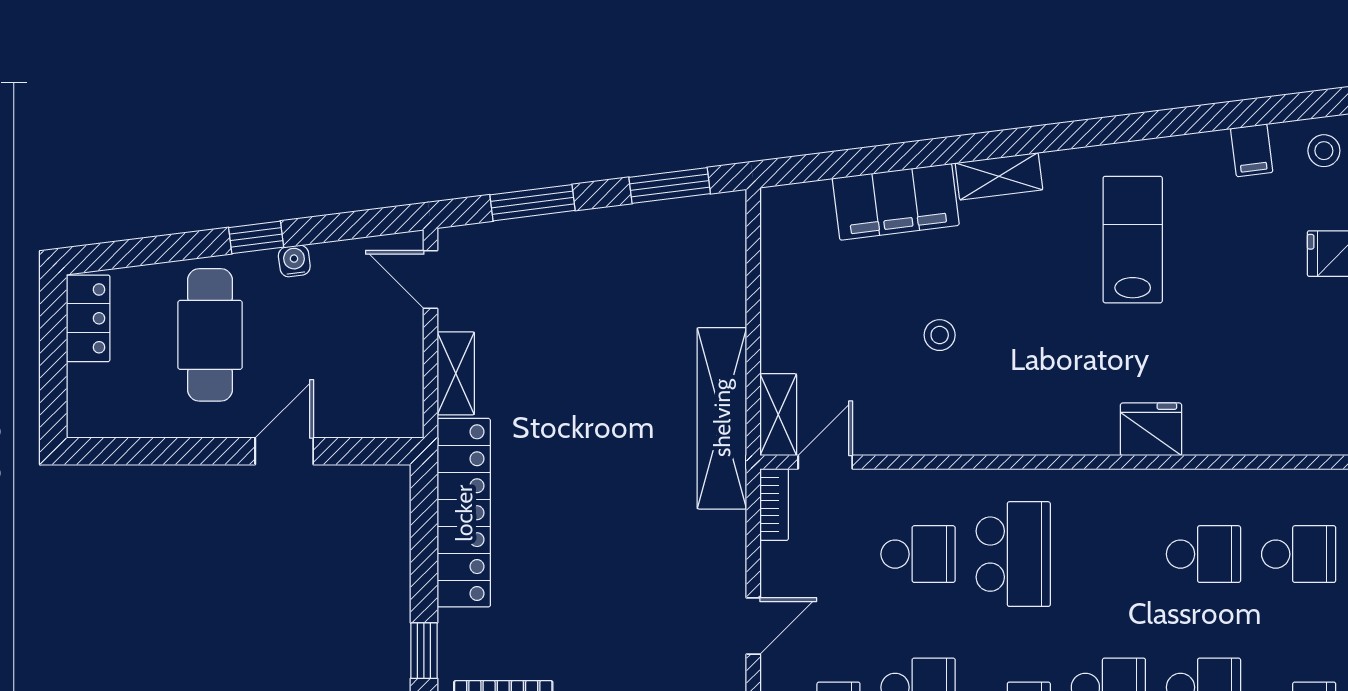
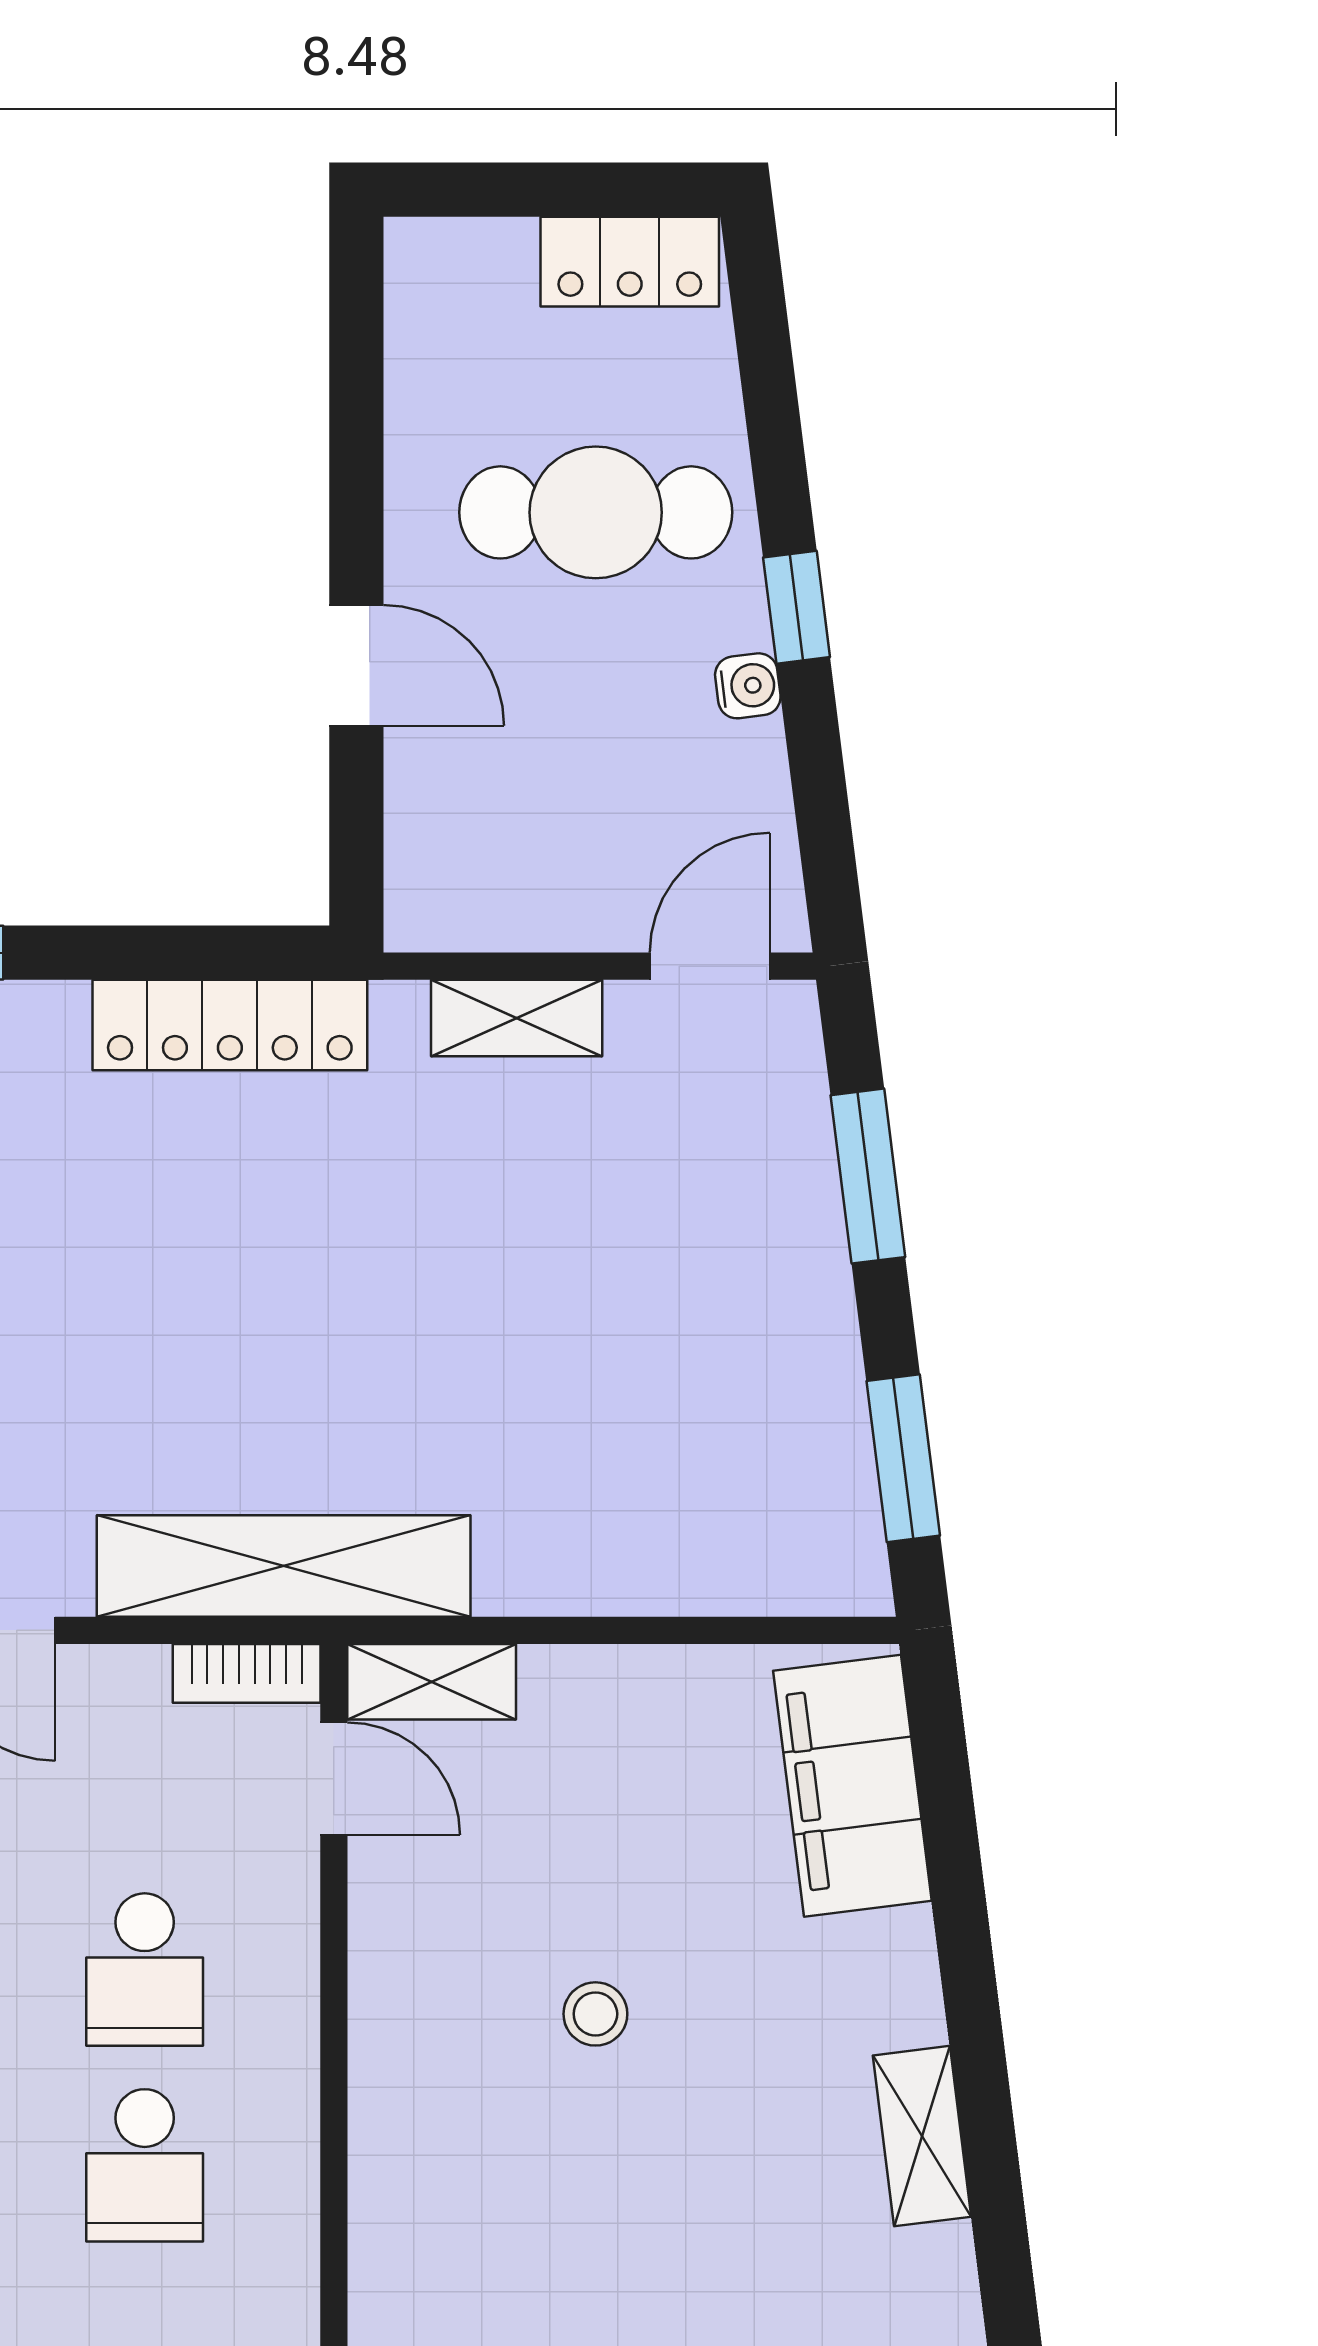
filing cabinet: (896, 202) -> (852, 1786), moved
shelving: (722, 418) -> (284, 1566), moved
locker: (464, 513) -> (230, 1025), width x0.71, depth x0.83
school desk: (1013, 554) -> (145, 2165), width x0.54

